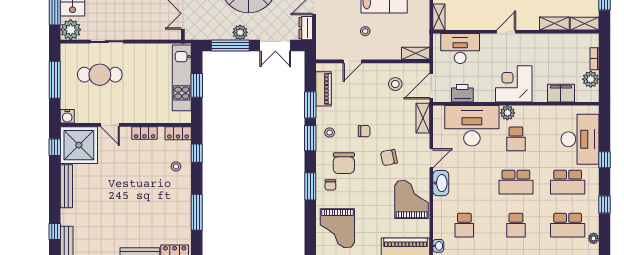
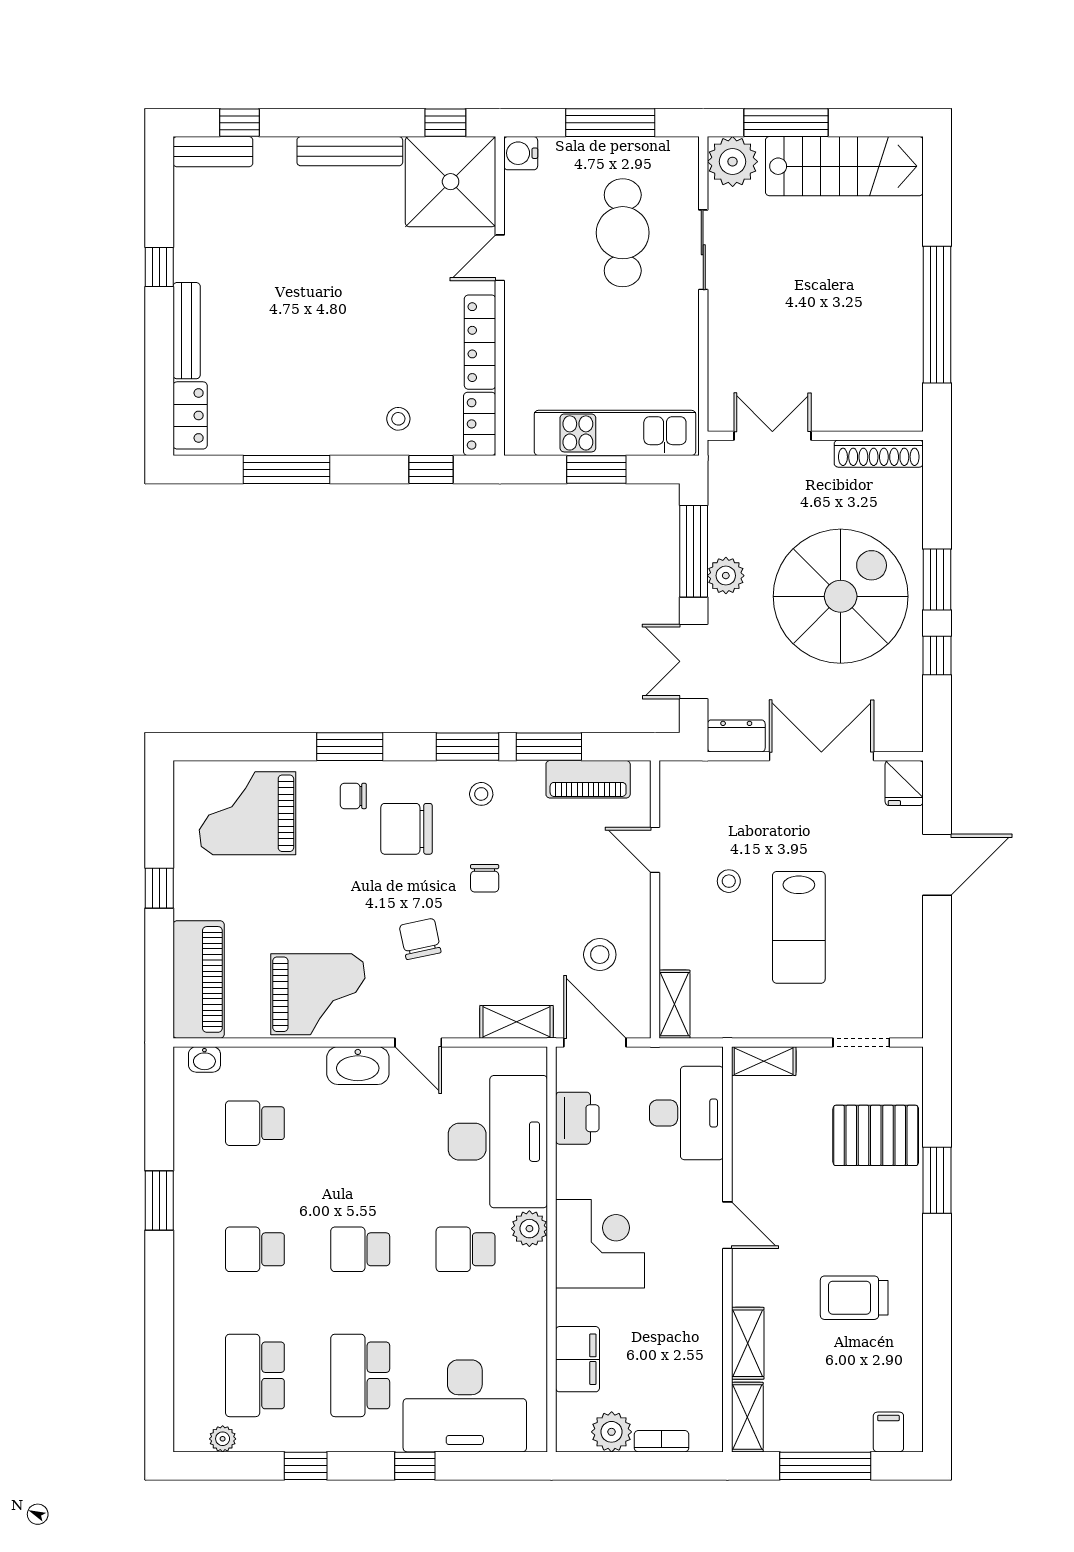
locker: (145, 133) -> (480, 342), width x1.53
school desk: (516, 182) -> (360, 1249), width x0.54

